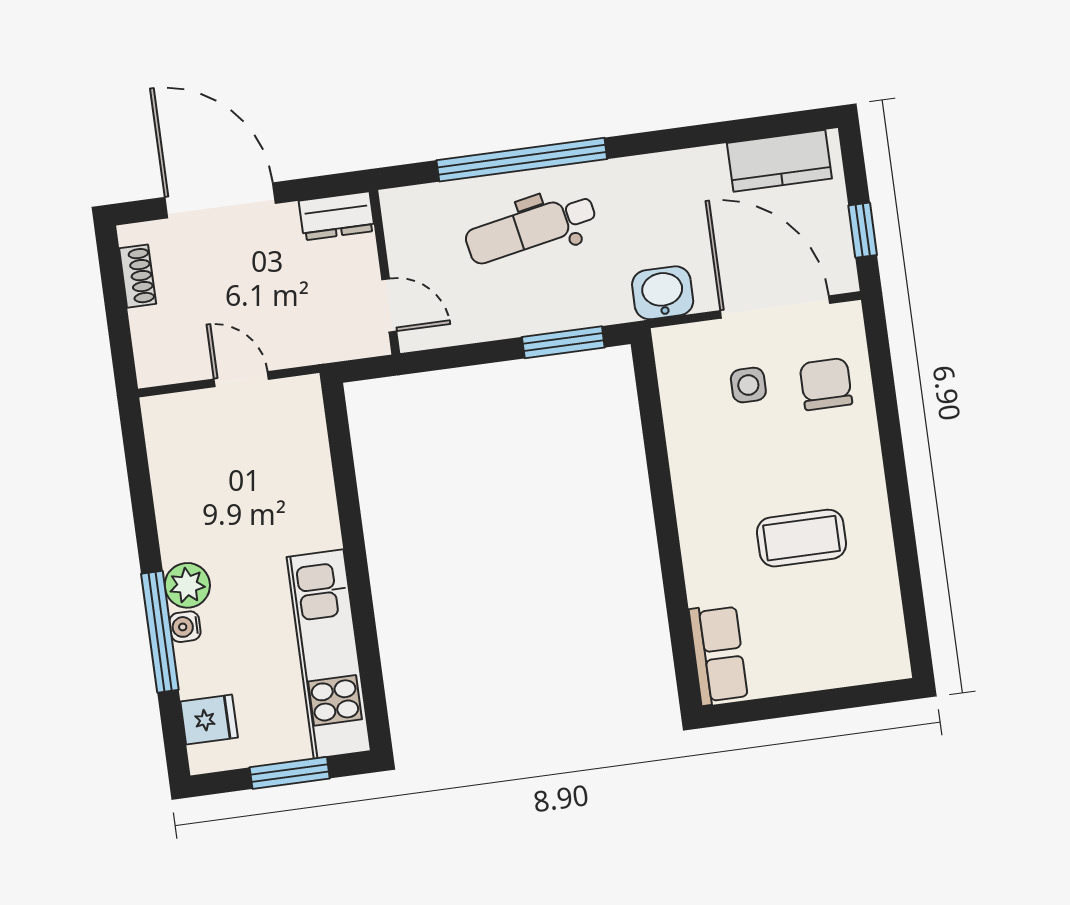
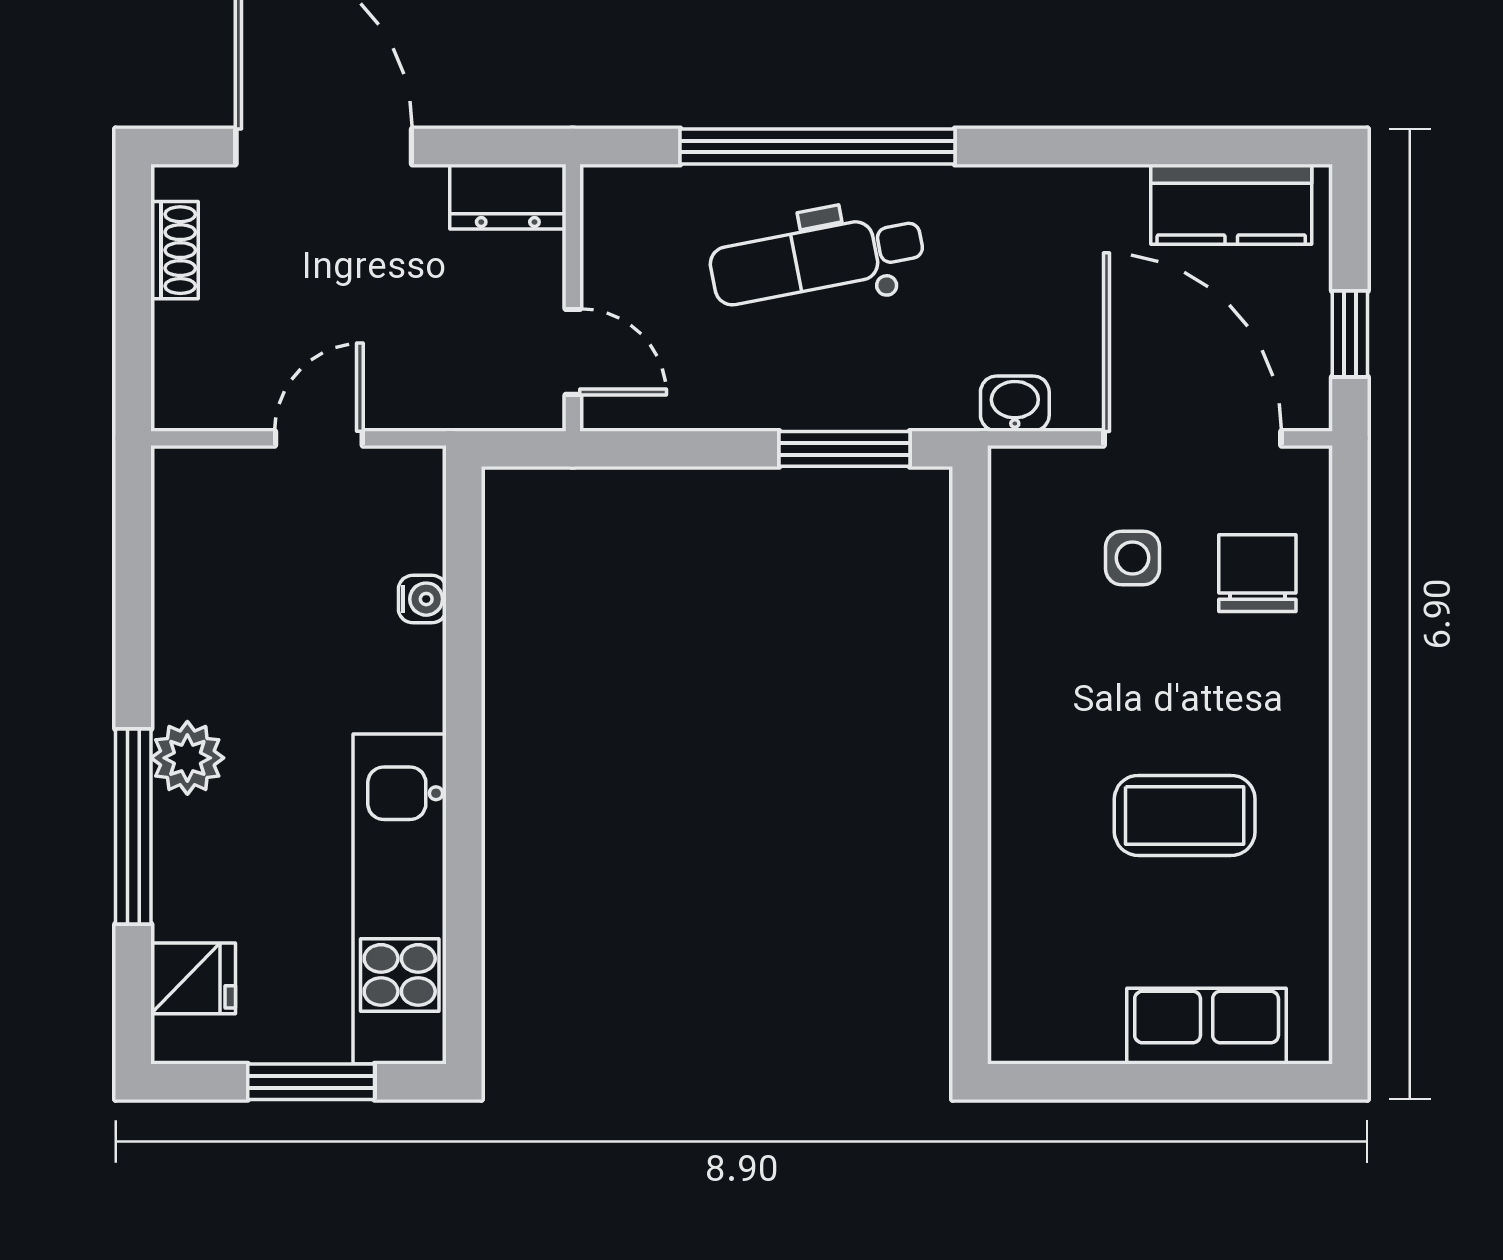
washbasin: (663, 293) -> (1015, 404), width x0.72, depth x0.69
door: (241, 379) -> (319, 438), hinge flipped
water cooler: (185, 627) -> (422, 599), moved, turned 180
row of seats: (718, 655) -> (1207, 1026), moved, turned -90

